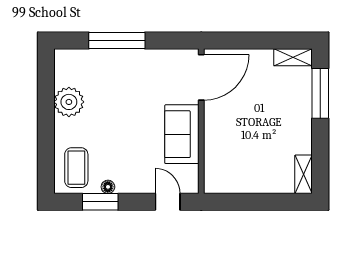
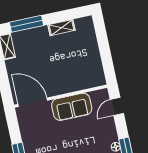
shelving: (304, 174) -> (62, 28), moved

